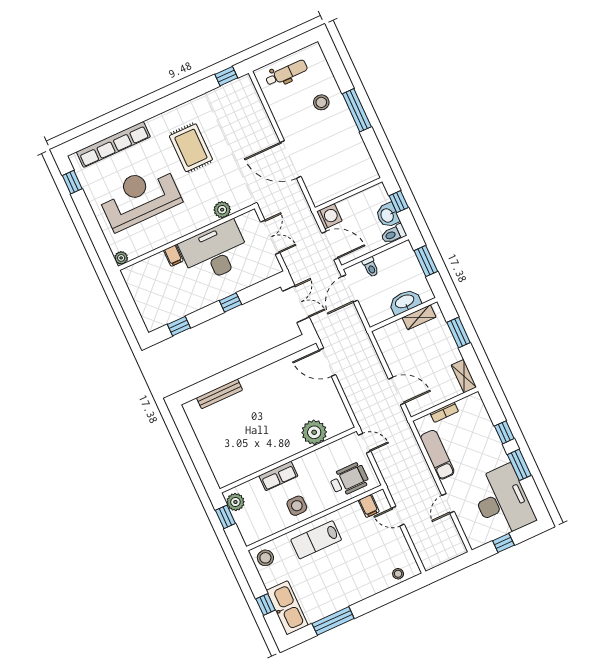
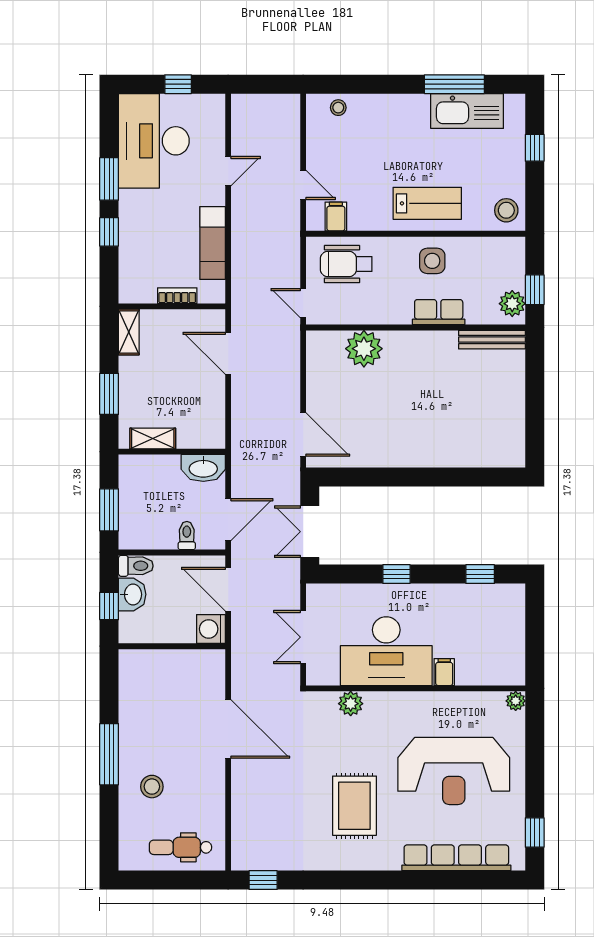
washbasin: (405, 302) -> (203, 468), moved
bench: (220, 394) -> (492, 340), moved
kitchen sink: (287, 608) -> (467, 111), moved, turned -90

